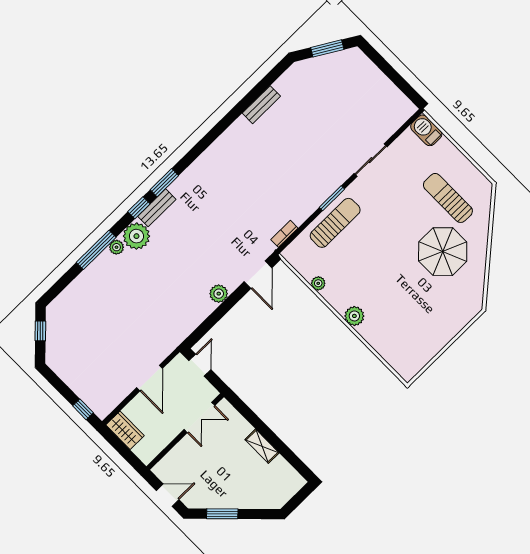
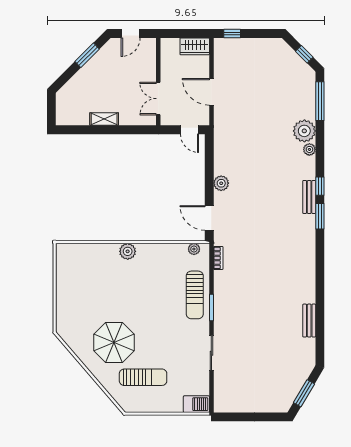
plant: (136, 236) -> (304, 131), moved
window: (96, 250) -> (320, 101), moved
plant: (318, 283) -> (194, 249), moved

